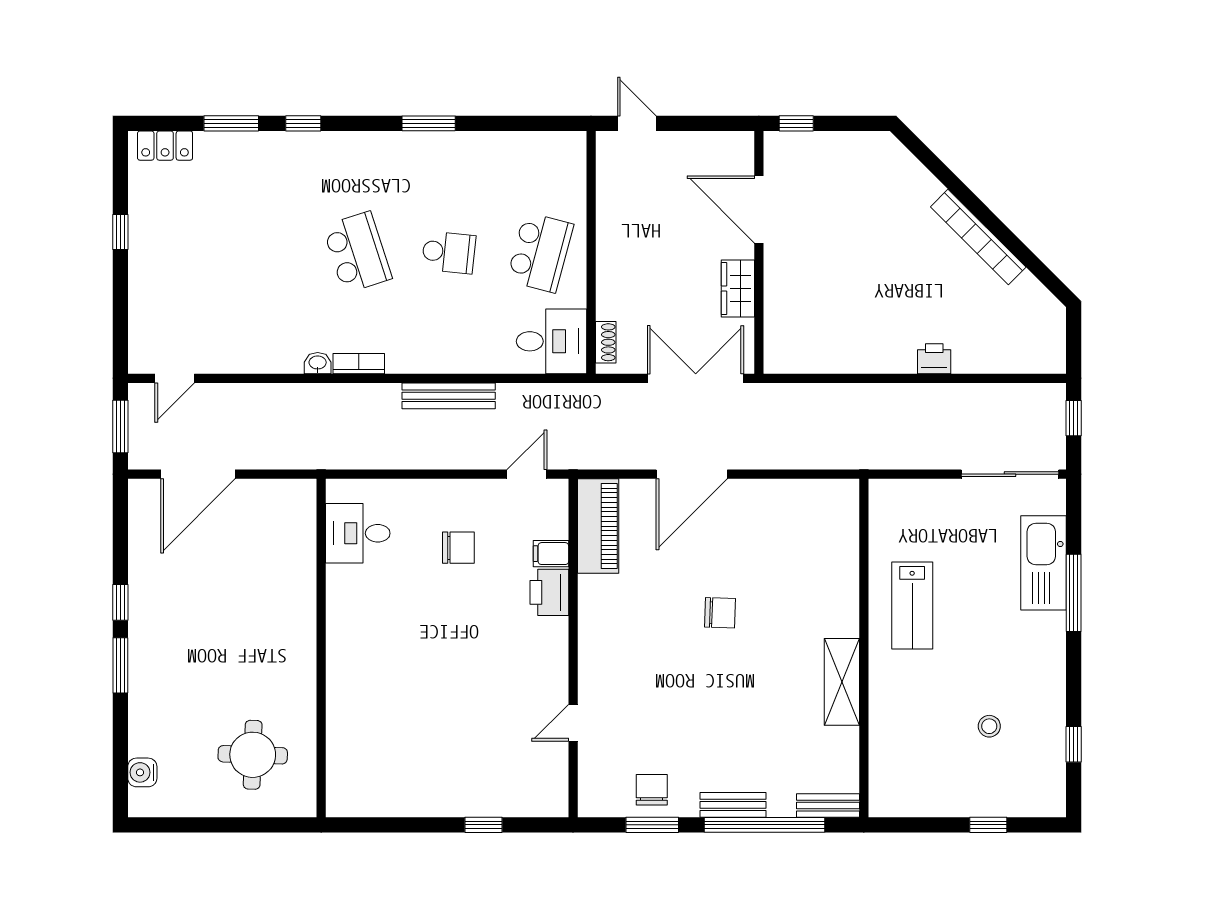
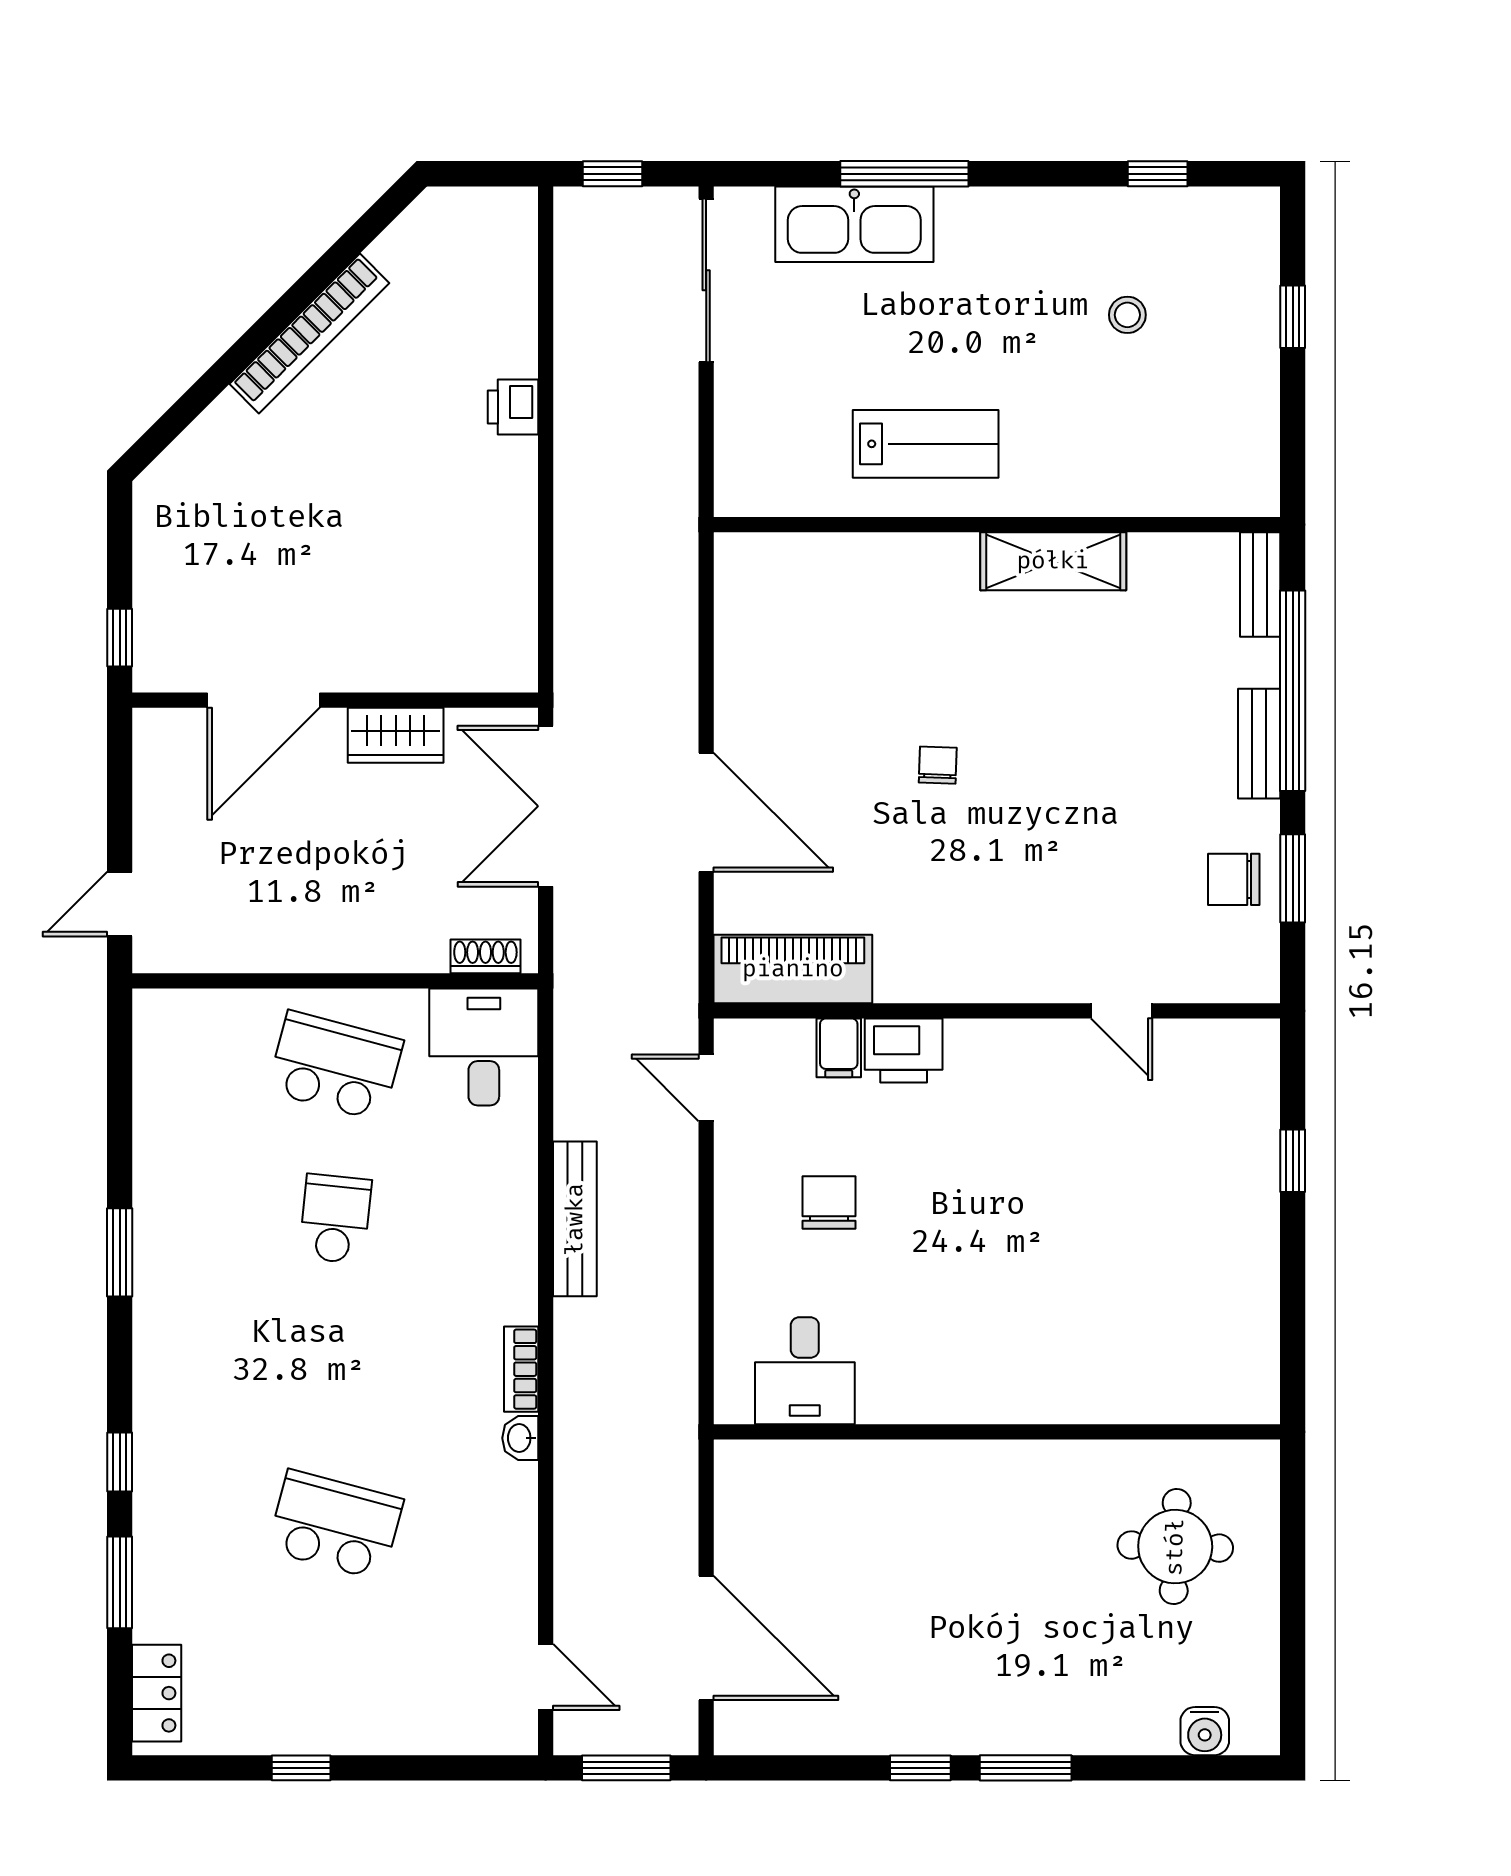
school desk: (357, 252) -> (335, 1525), moved, turned 33
chair: (720, 613) -> (938, 765), width x0.73, depth x0.73

